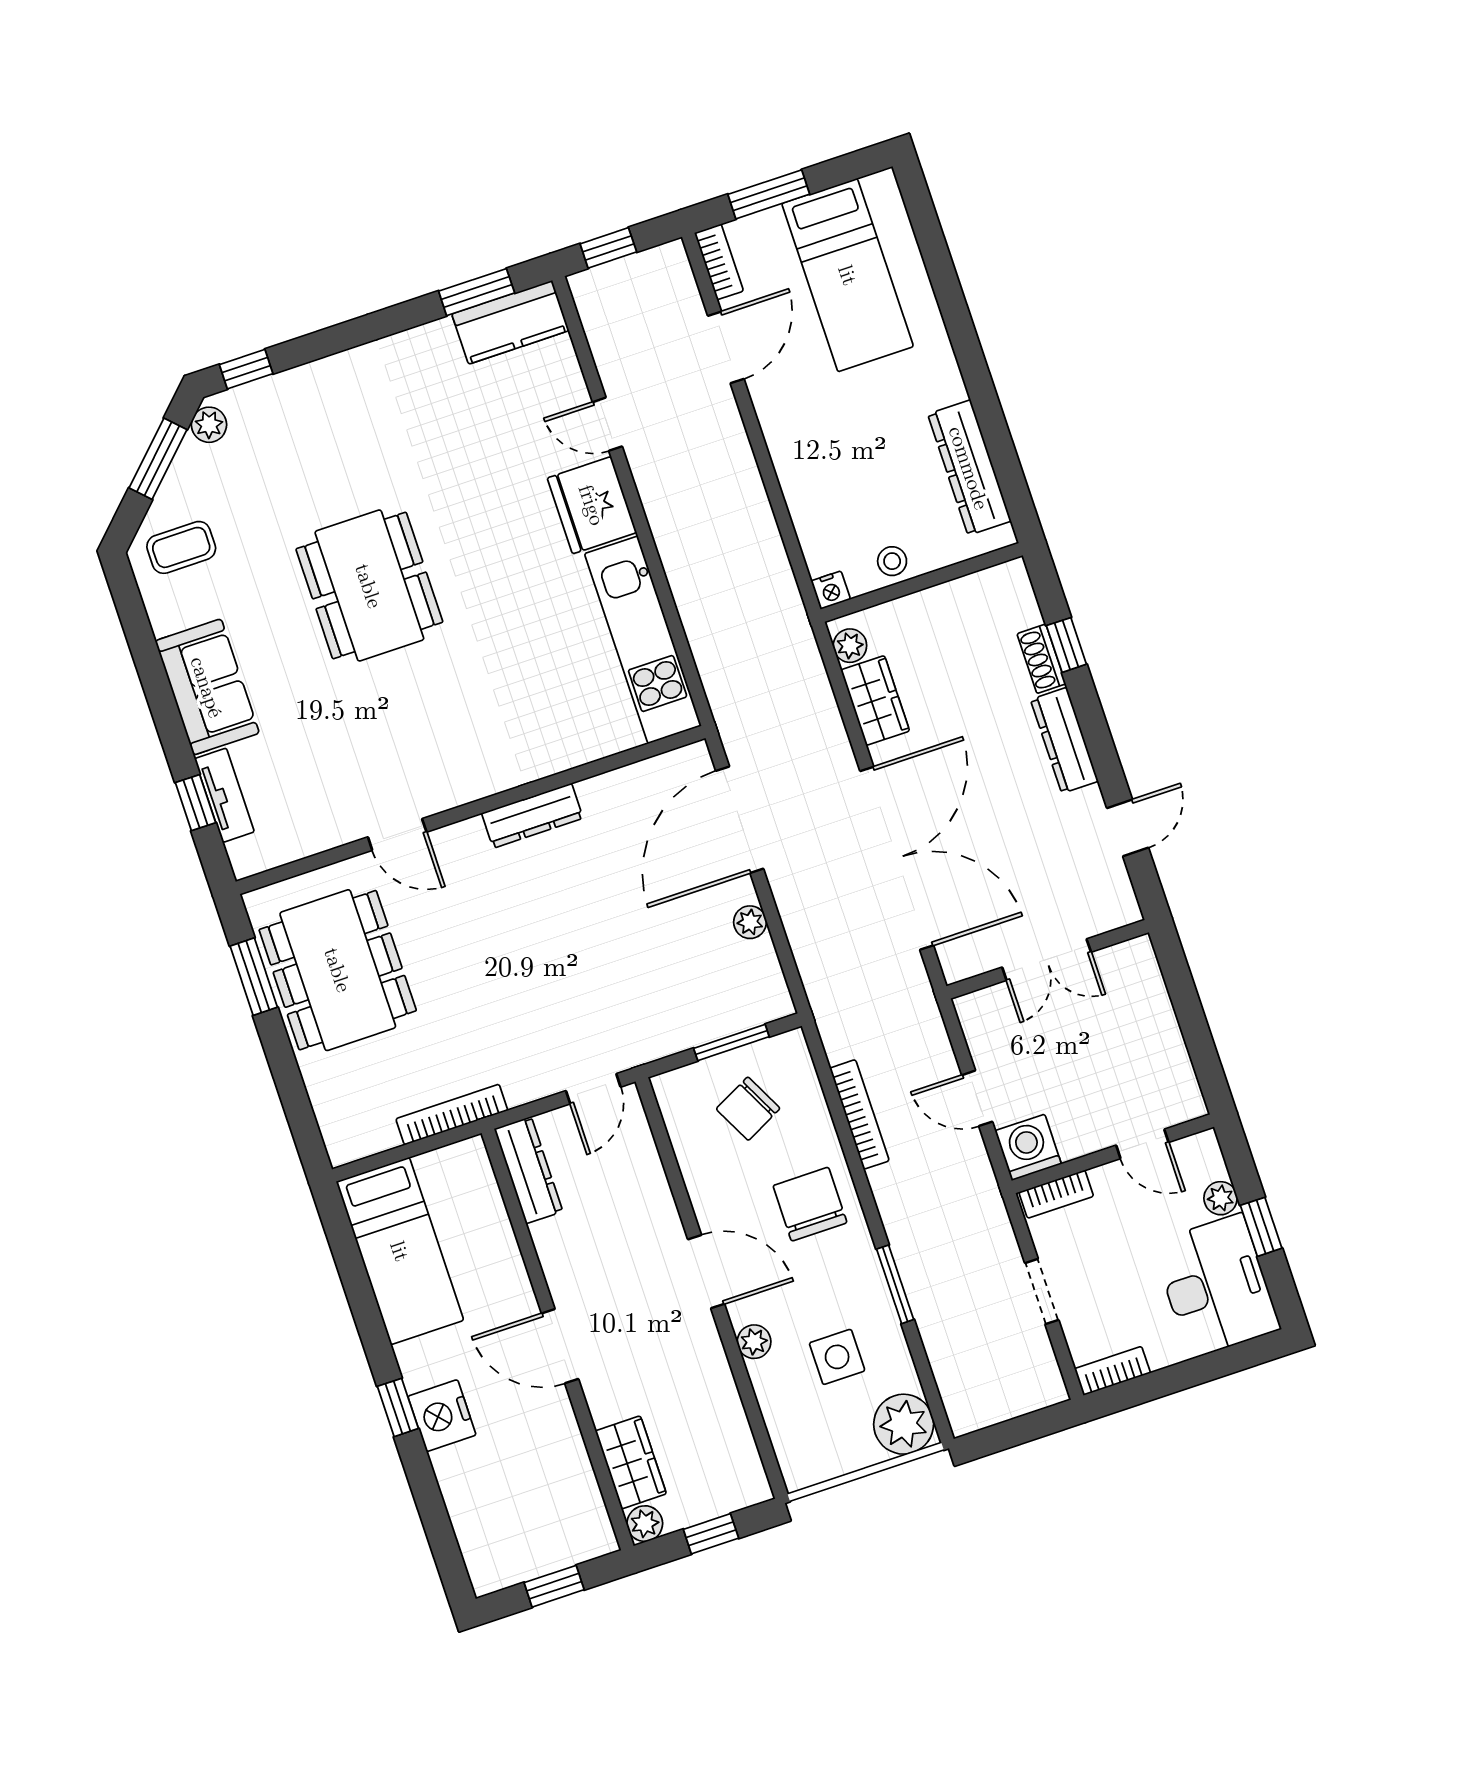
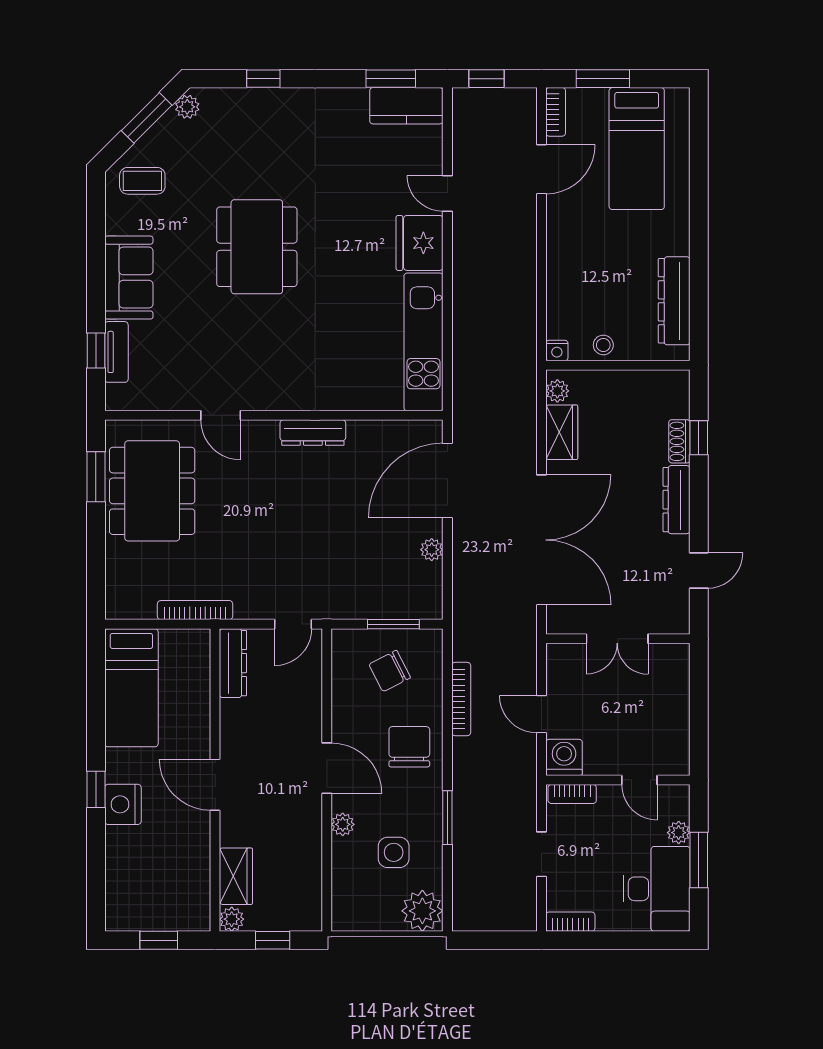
window: (246, 369) -> (263, 79), moved
window: (1261, 1227) -> (699, 860), width x1.50

